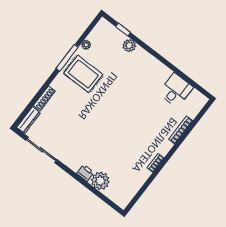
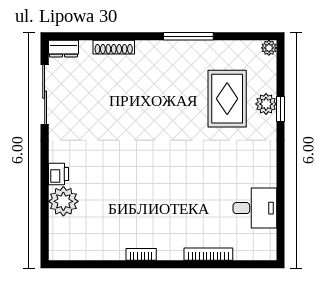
window: (123, 29) -> (281, 109), moved
plant: (86, 45) -> (269, 48), moved
rug: (83, 74) -> (227, 99), moved
dresser: (29, 120) -> (64, 49), width x0.70

